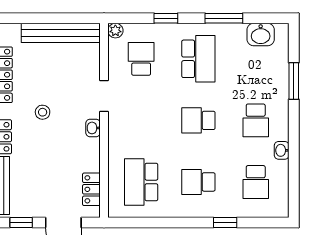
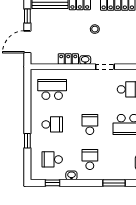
school desk: (256, 120) -> (90, 159), turned 90
window: (294, 181) -> (53, 183), added
school desk: (198, 182) -> (52, 124), turned 90
locker: (91, 189) -> (68, 59), moved

